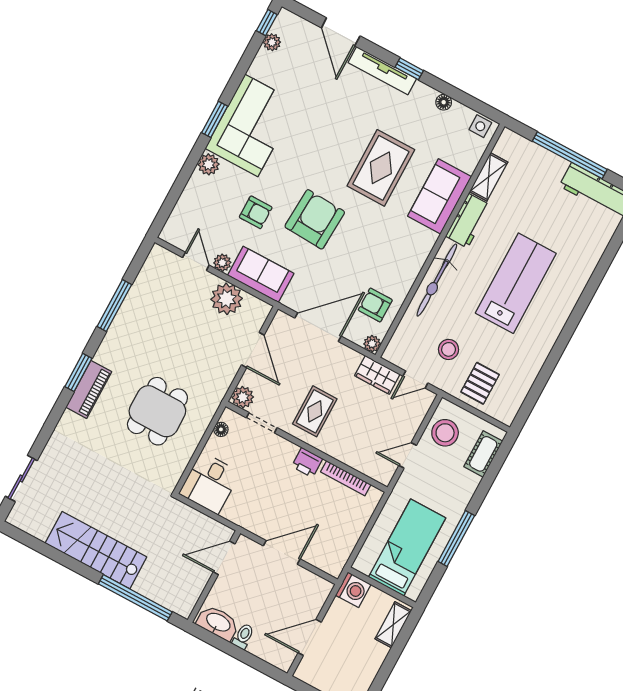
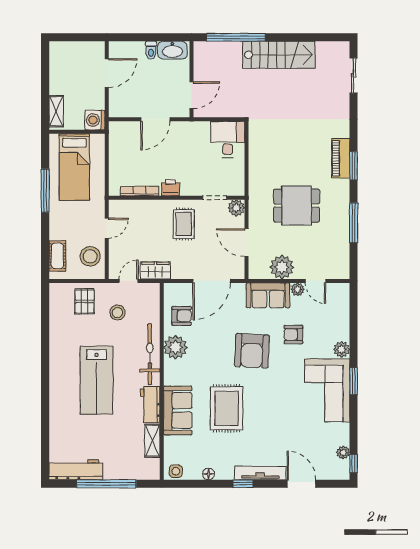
plant: (372, 344) -> (175, 347), moved, width x1.88, depth x1.88
dining table: (157, 411) -> (297, 206), moved, turned 90
floor lamp: (221, 429) -> (239, 179), removed

